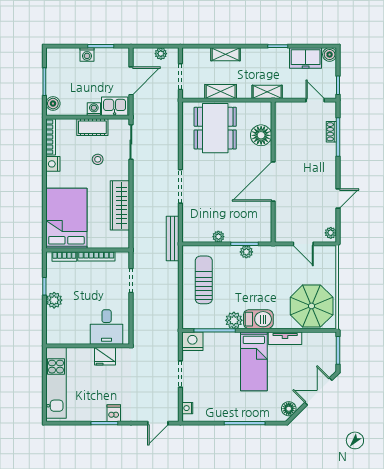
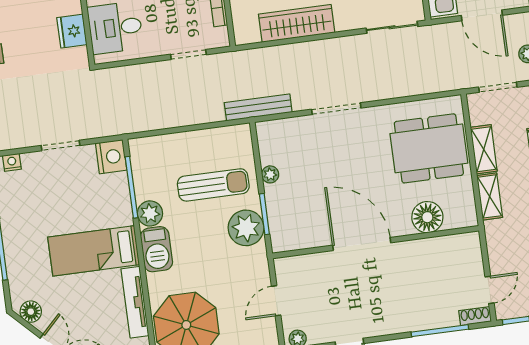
shelving: (267, 92) -> (490, 196), moved
shoe rack: (331, 132) -> (475, 316), moved
plant: (246, 252) -> (246, 228), width x1.88, depth x1.88
sun lounger: (204, 280) -> (213, 185), moved
tv unit: (285, 338) -> (135, 302), width x1.41

